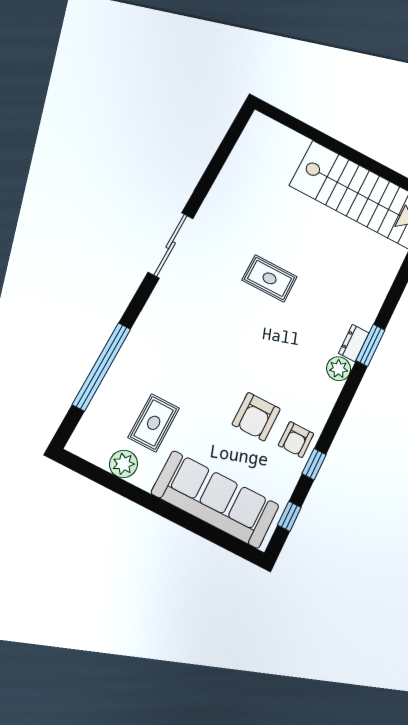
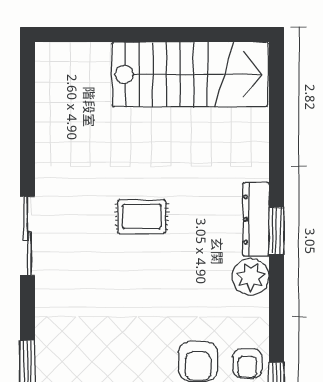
dresser: (354, 343) -> (256, 219), width x1.96, depth x1.24
plant: (339, 369) -> (251, 277), width x1.36, depth x1.36

